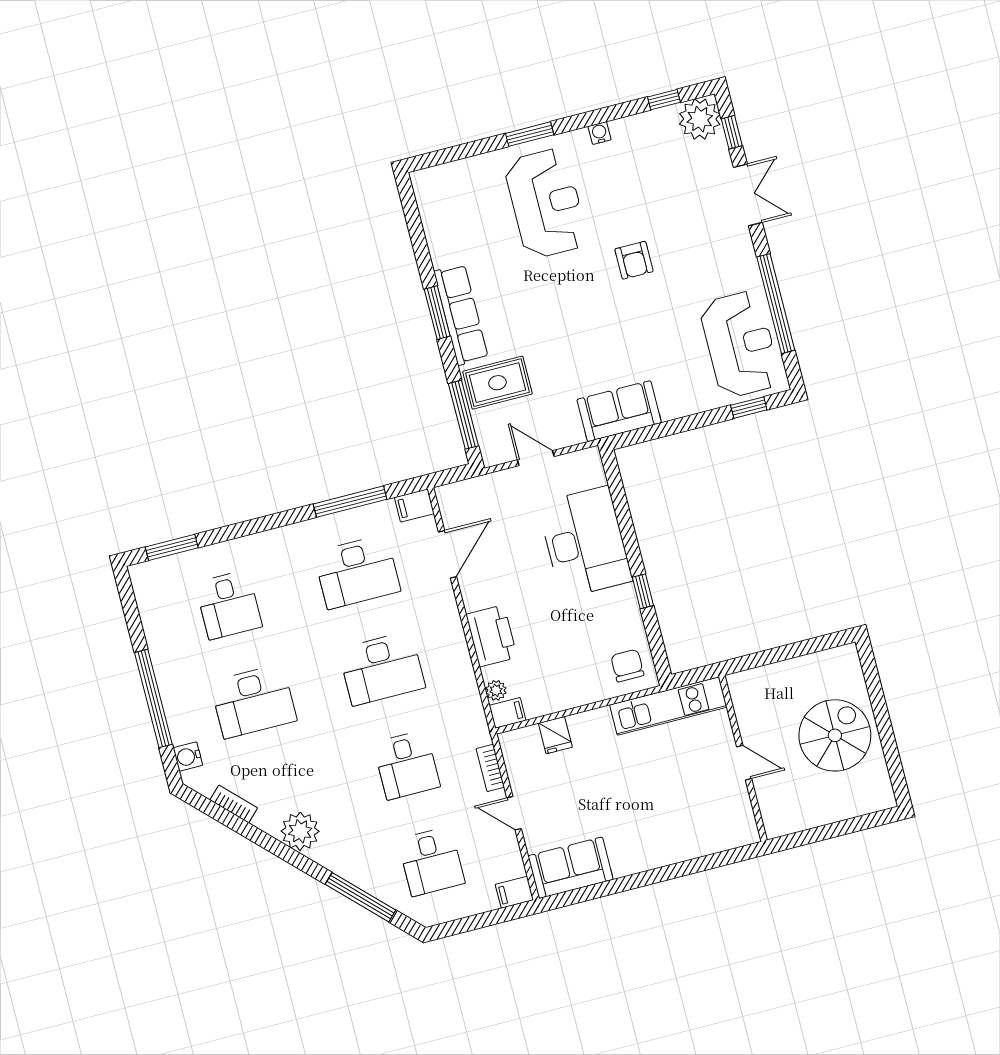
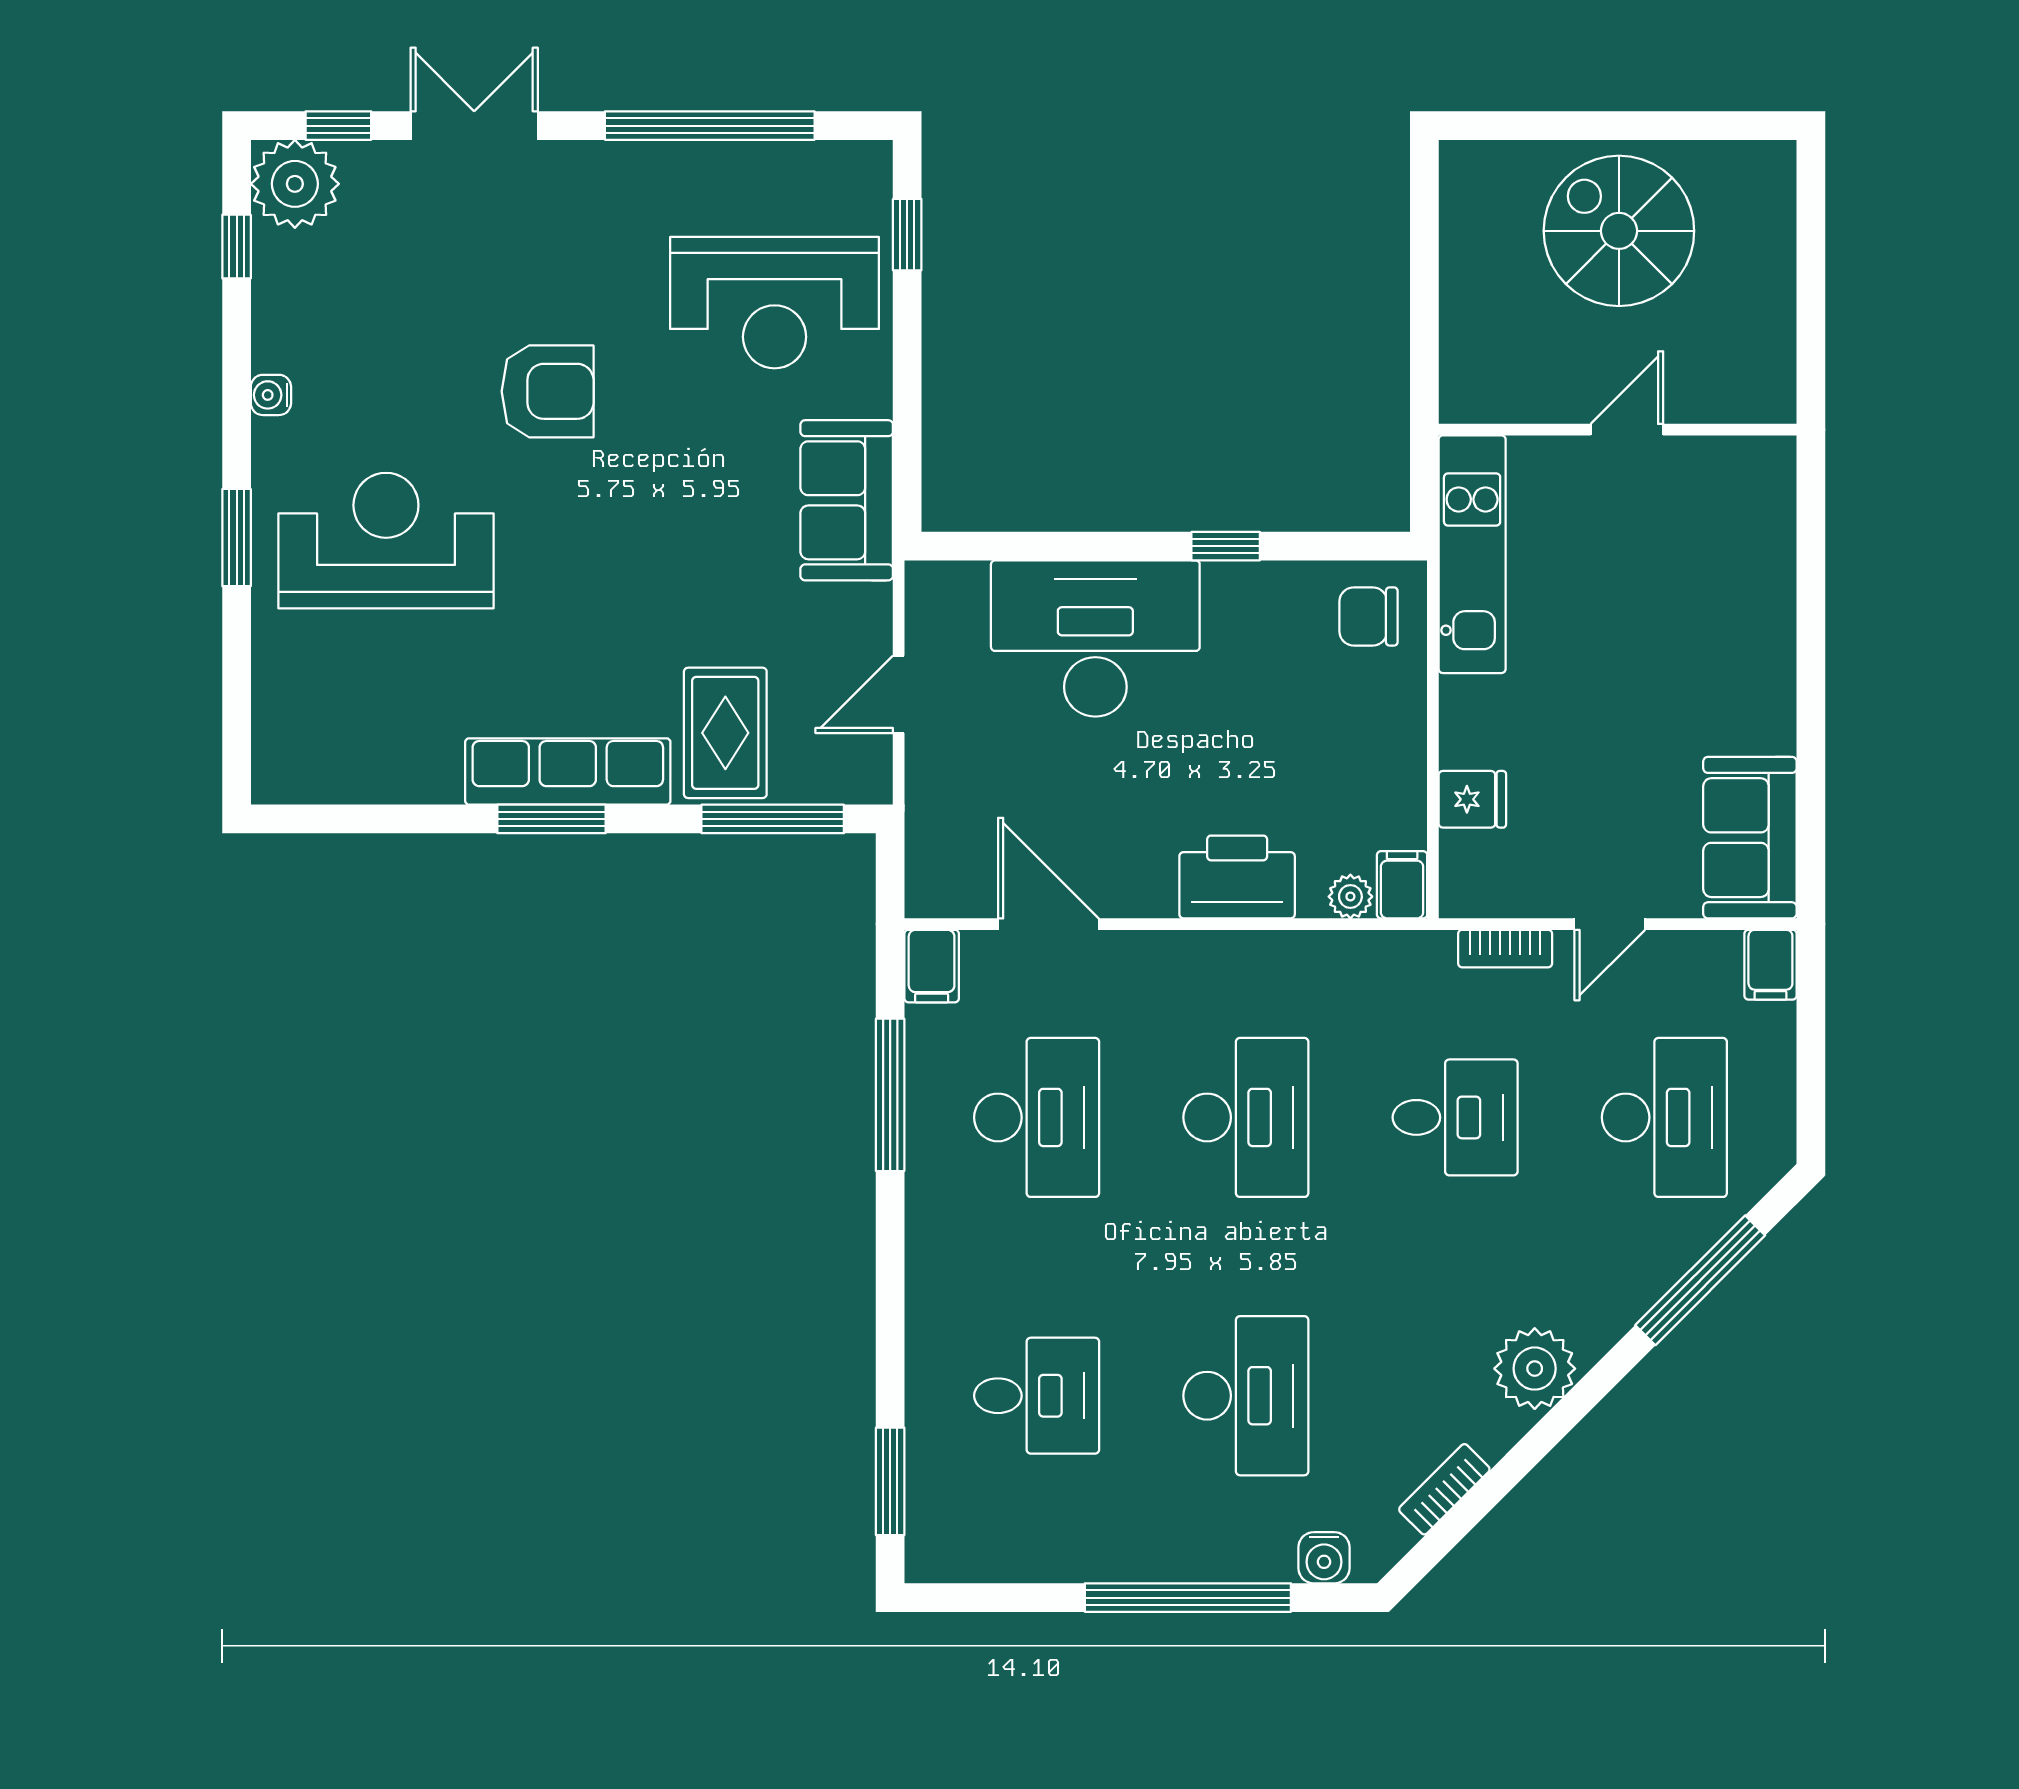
armchair: (634, 260) -> (548, 391), width x1.38, depth x1.38
reception desk: (740, 344) -> (775, 303), moved, turned 180
desk: (431, 861) -> (1664, 1117), width x1.37

